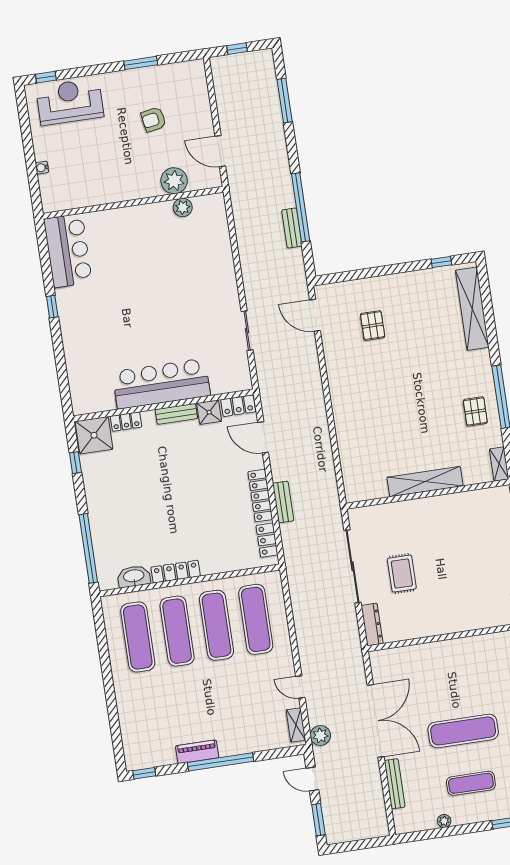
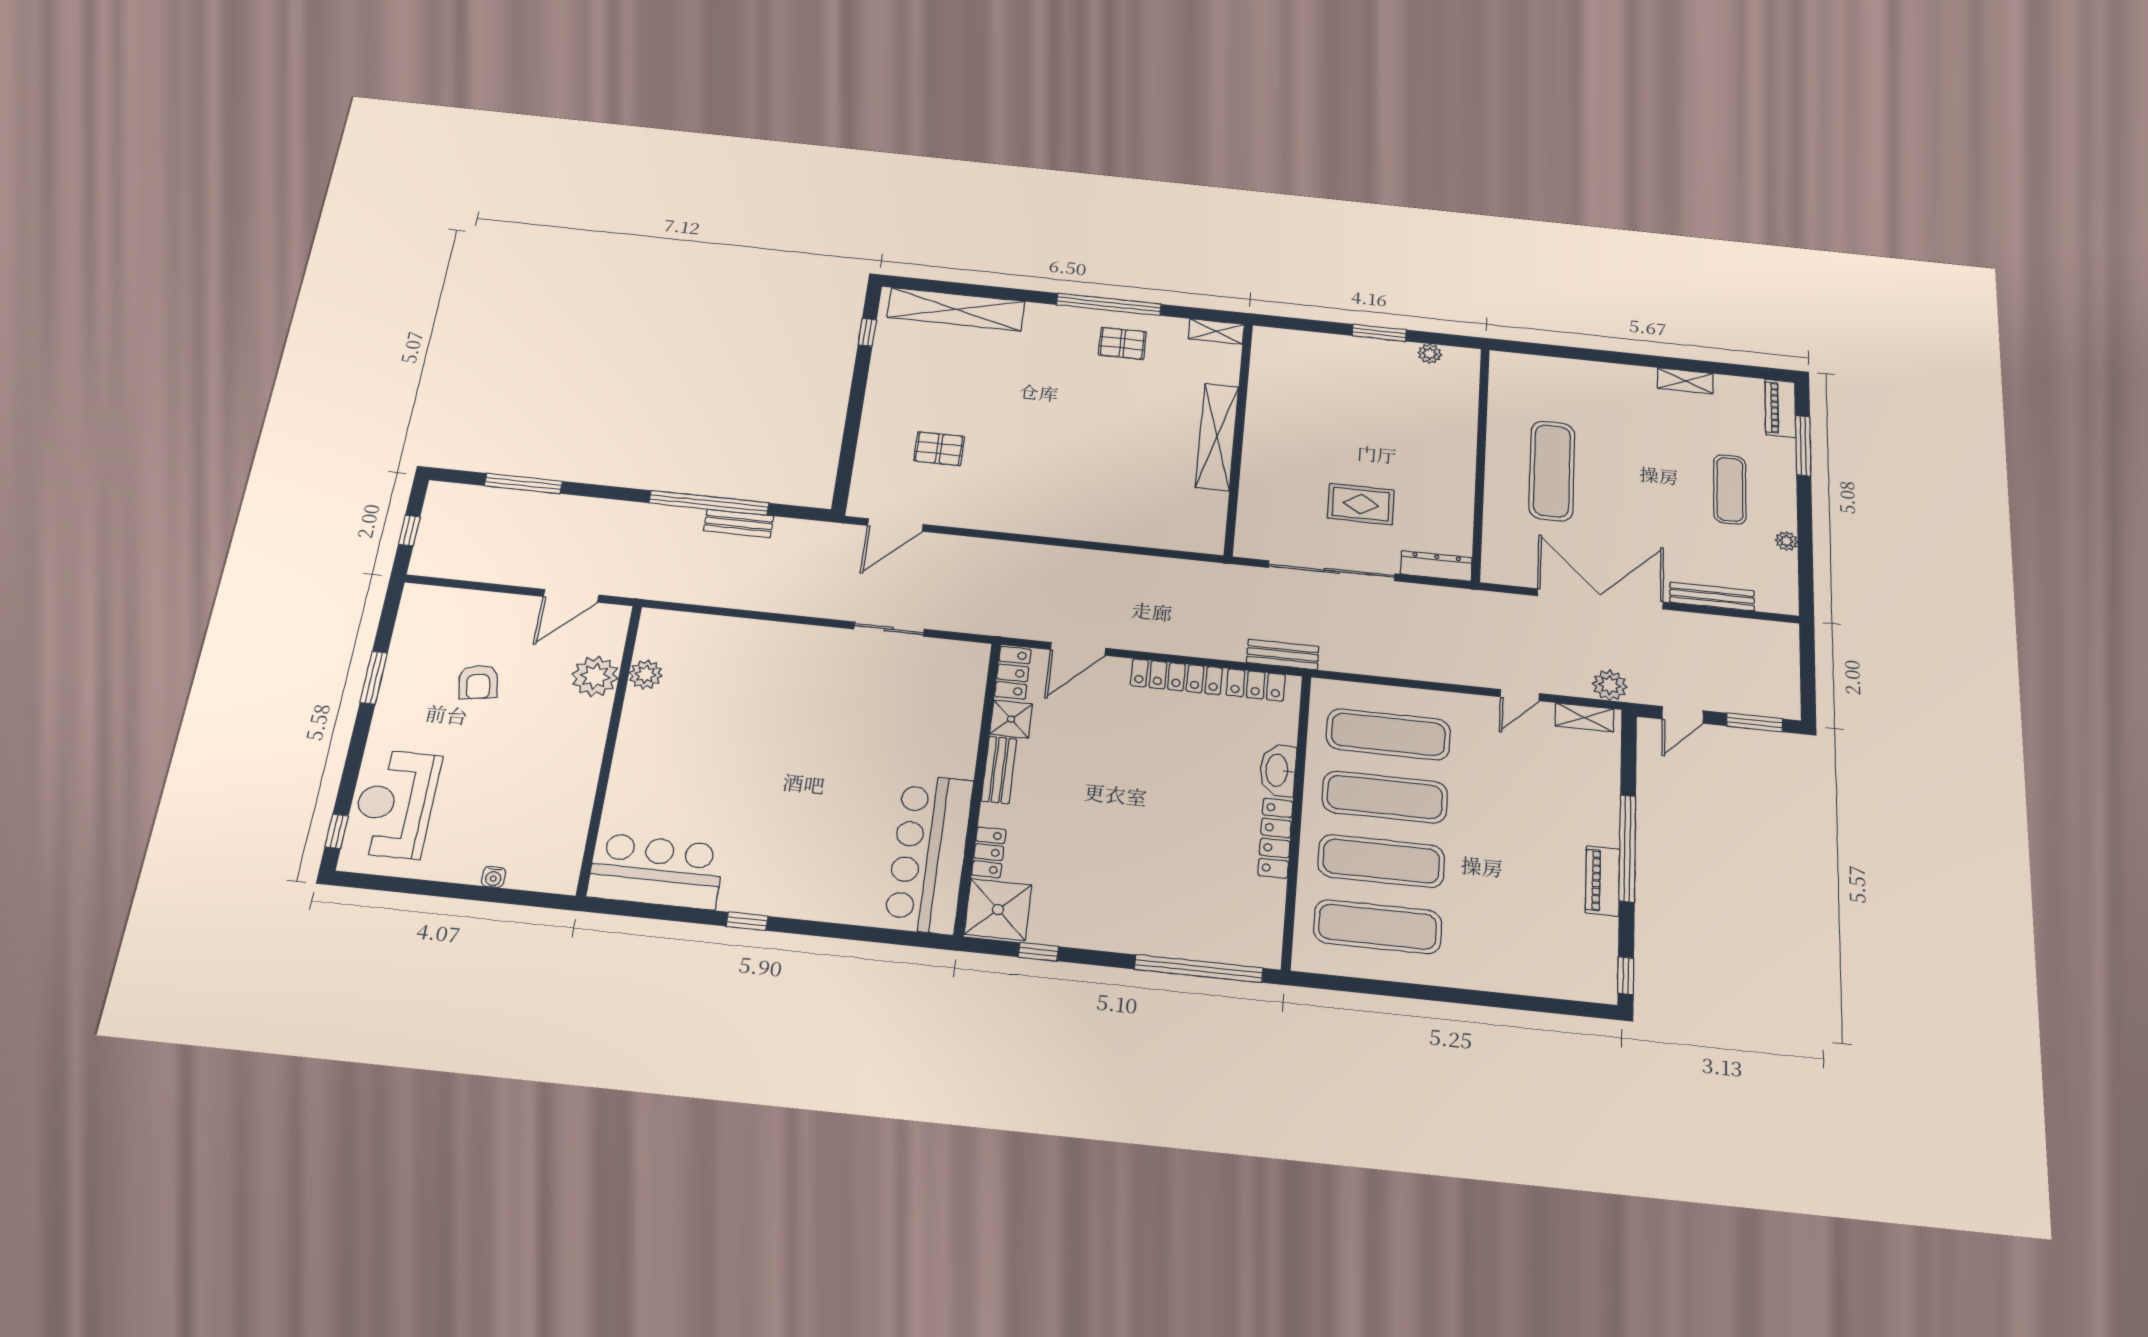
bar counter: (161, 384) -> (929, 854), moved
bench: (283, 502) -> (1283, 654), moved
washbasin: (134, 576) -> (1278, 770), moved
exercise mat: (463, 731) -> (1552, 471), moved

